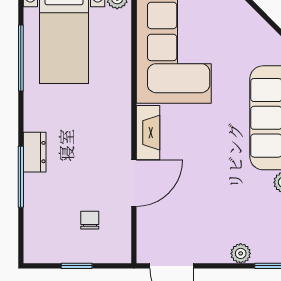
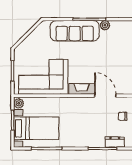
dresser: (35, 152) -> (115, 142), moved

